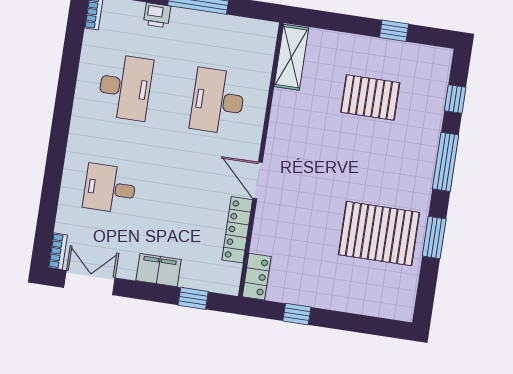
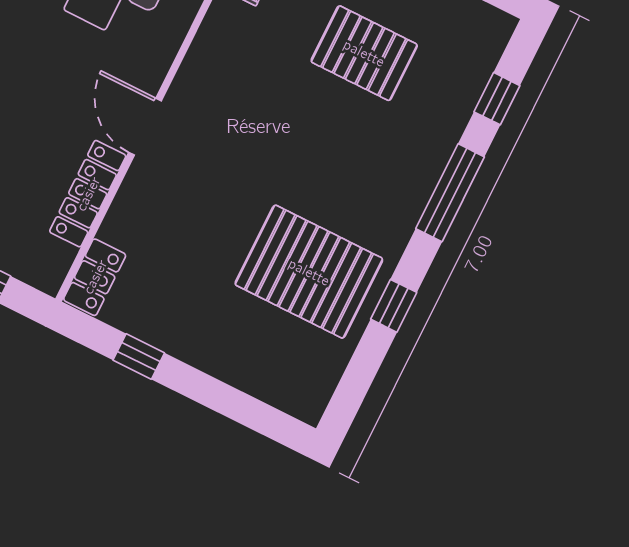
window: (434, 237) -> (394, 306), width x0.67

